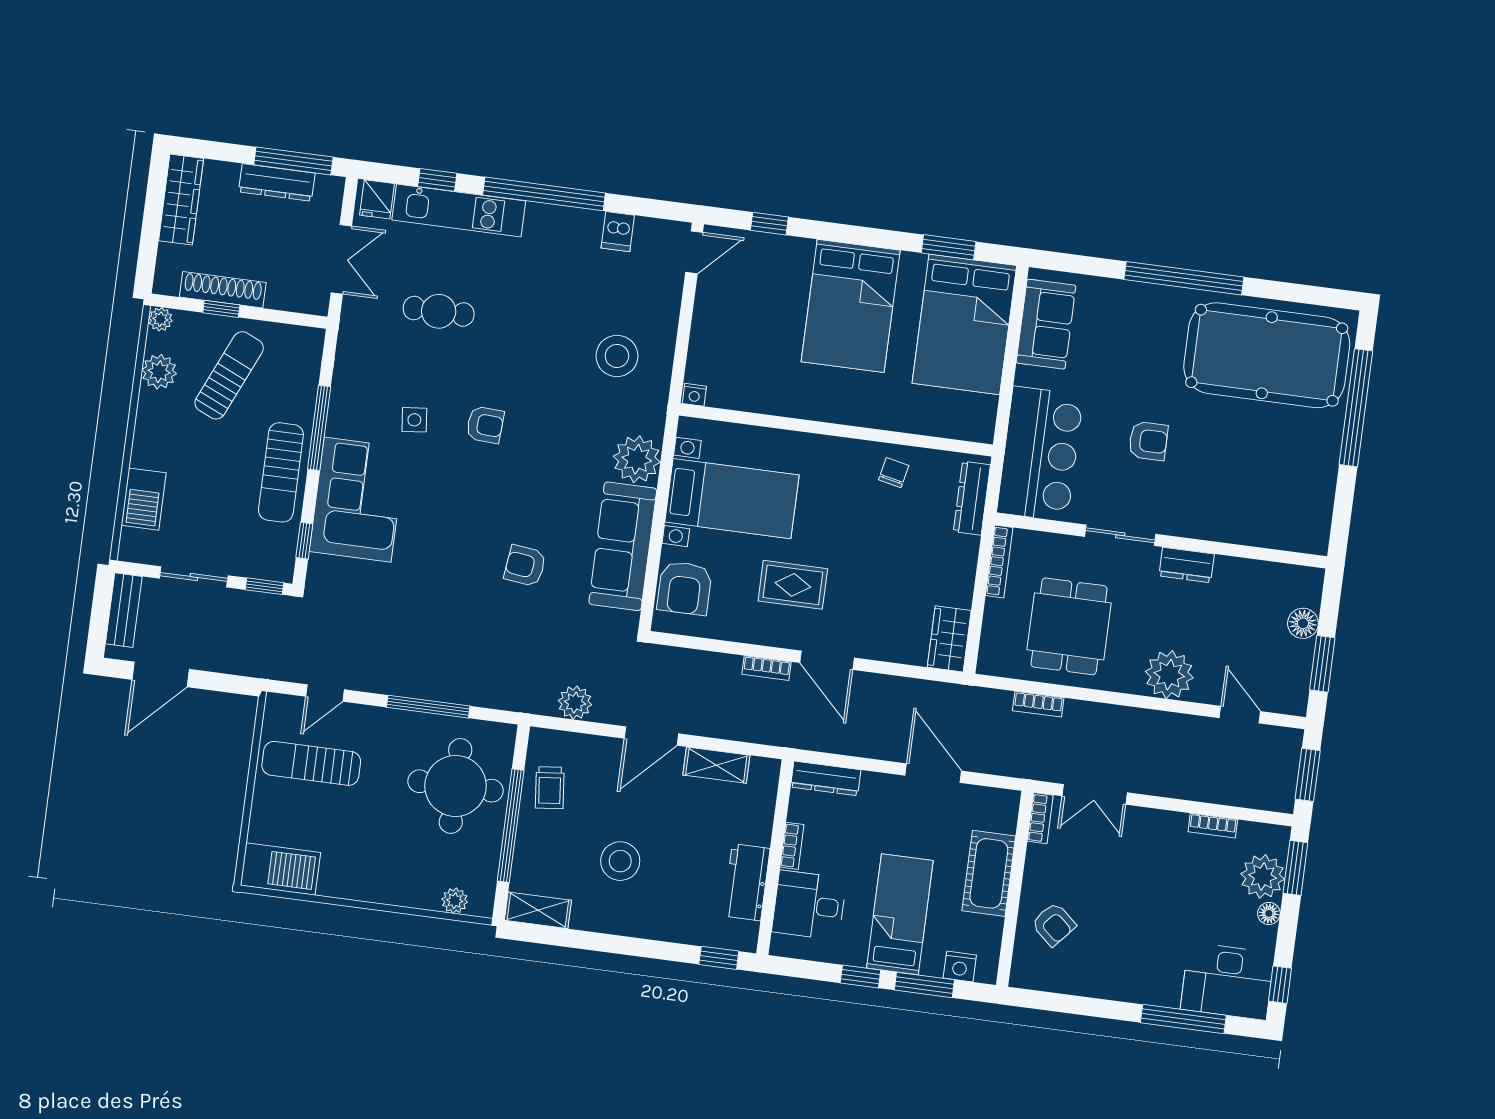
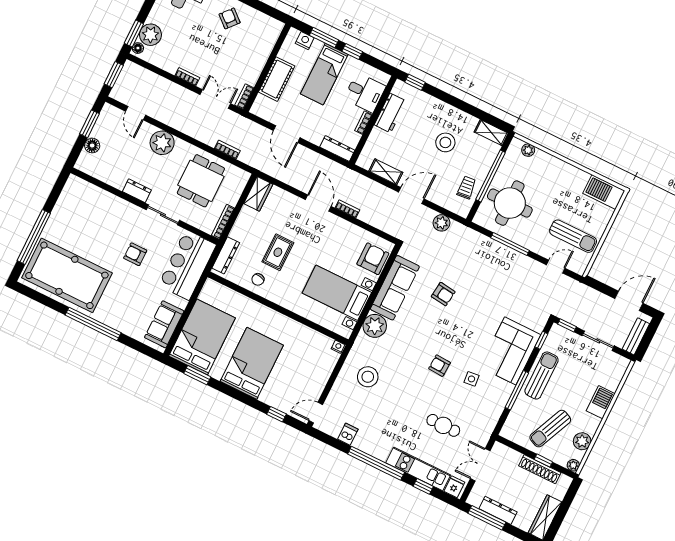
barbecue: (144, 499) -> (601, 402), moved
rug: (793, 585) -> (278, 252), moved, turned 90
bookcase: (1213, 826) -> (187, 77), moved
floor lamp: (1269, 913) -> (138, 48), moved
armchair: (1054, 924) -> (230, 18), moved

